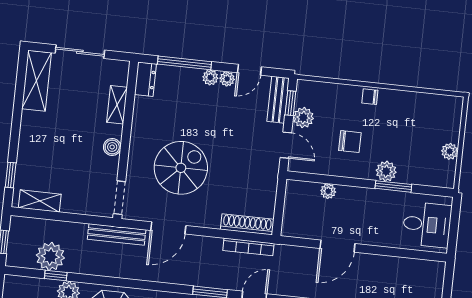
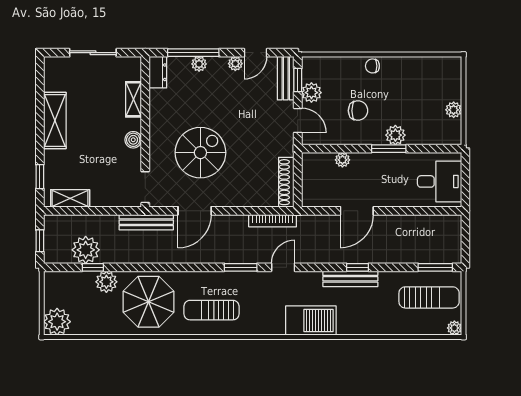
plant: (210, 77) -> (199, 64), moved
shelving: (37, 81) -> (55, 120), moved
window: (393, 186) -> (389, 149), moved
shoe rack: (247, 224) -> (286, 182), moved, turned -90

